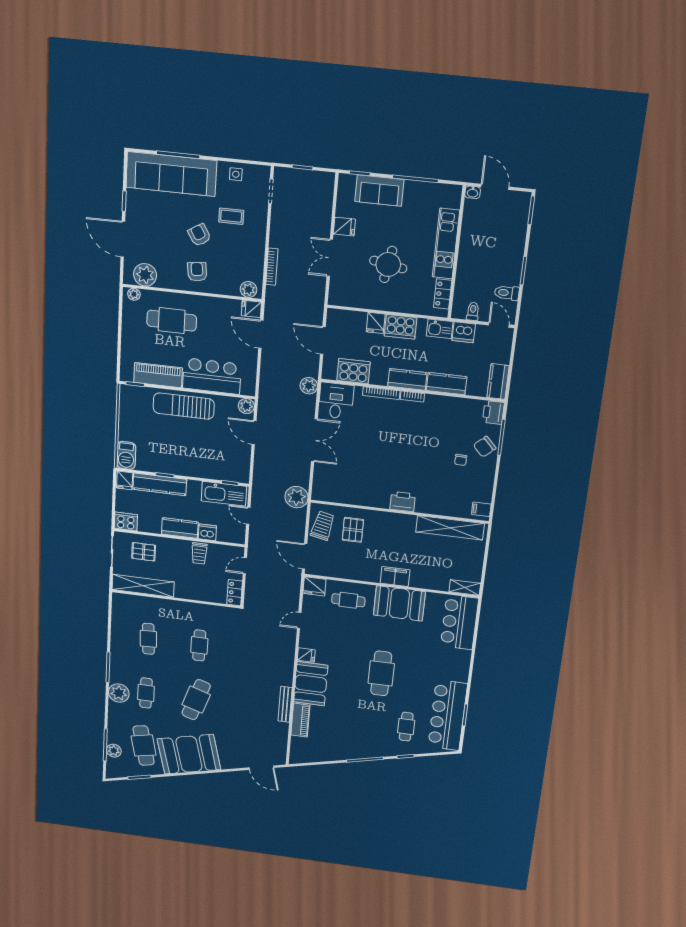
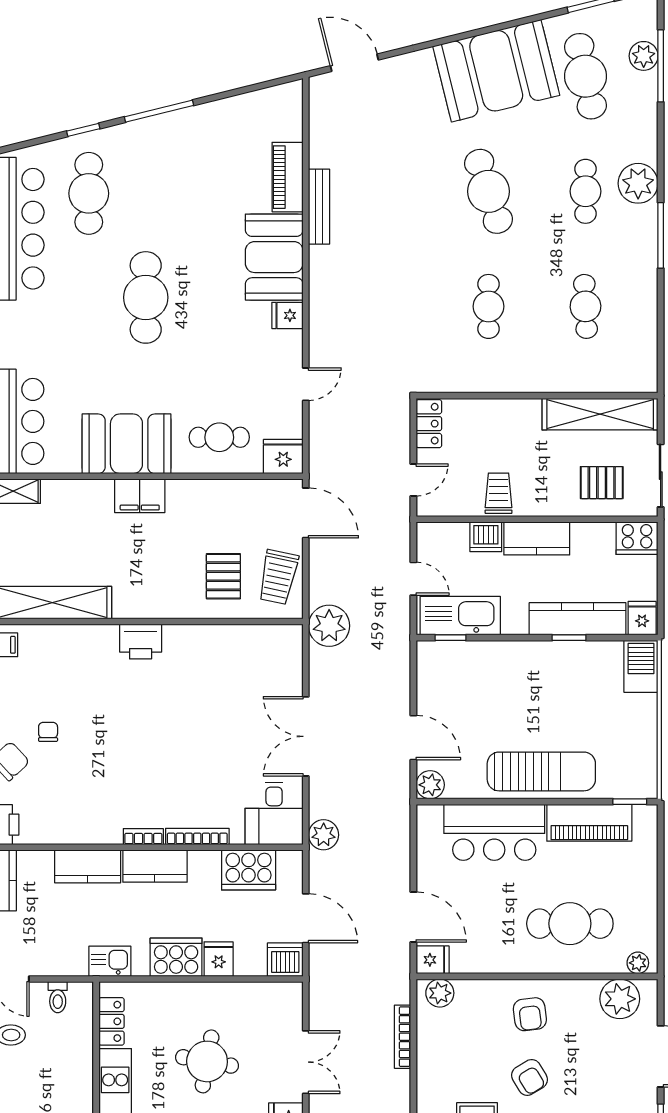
dishwasher: (464, 332) -> (285, 960), moved
cafe table: (196, 700) -> (489, 191), turned -36
cafe table: (406, 727) -> (89, 193), width x1.37, depth x1.35

